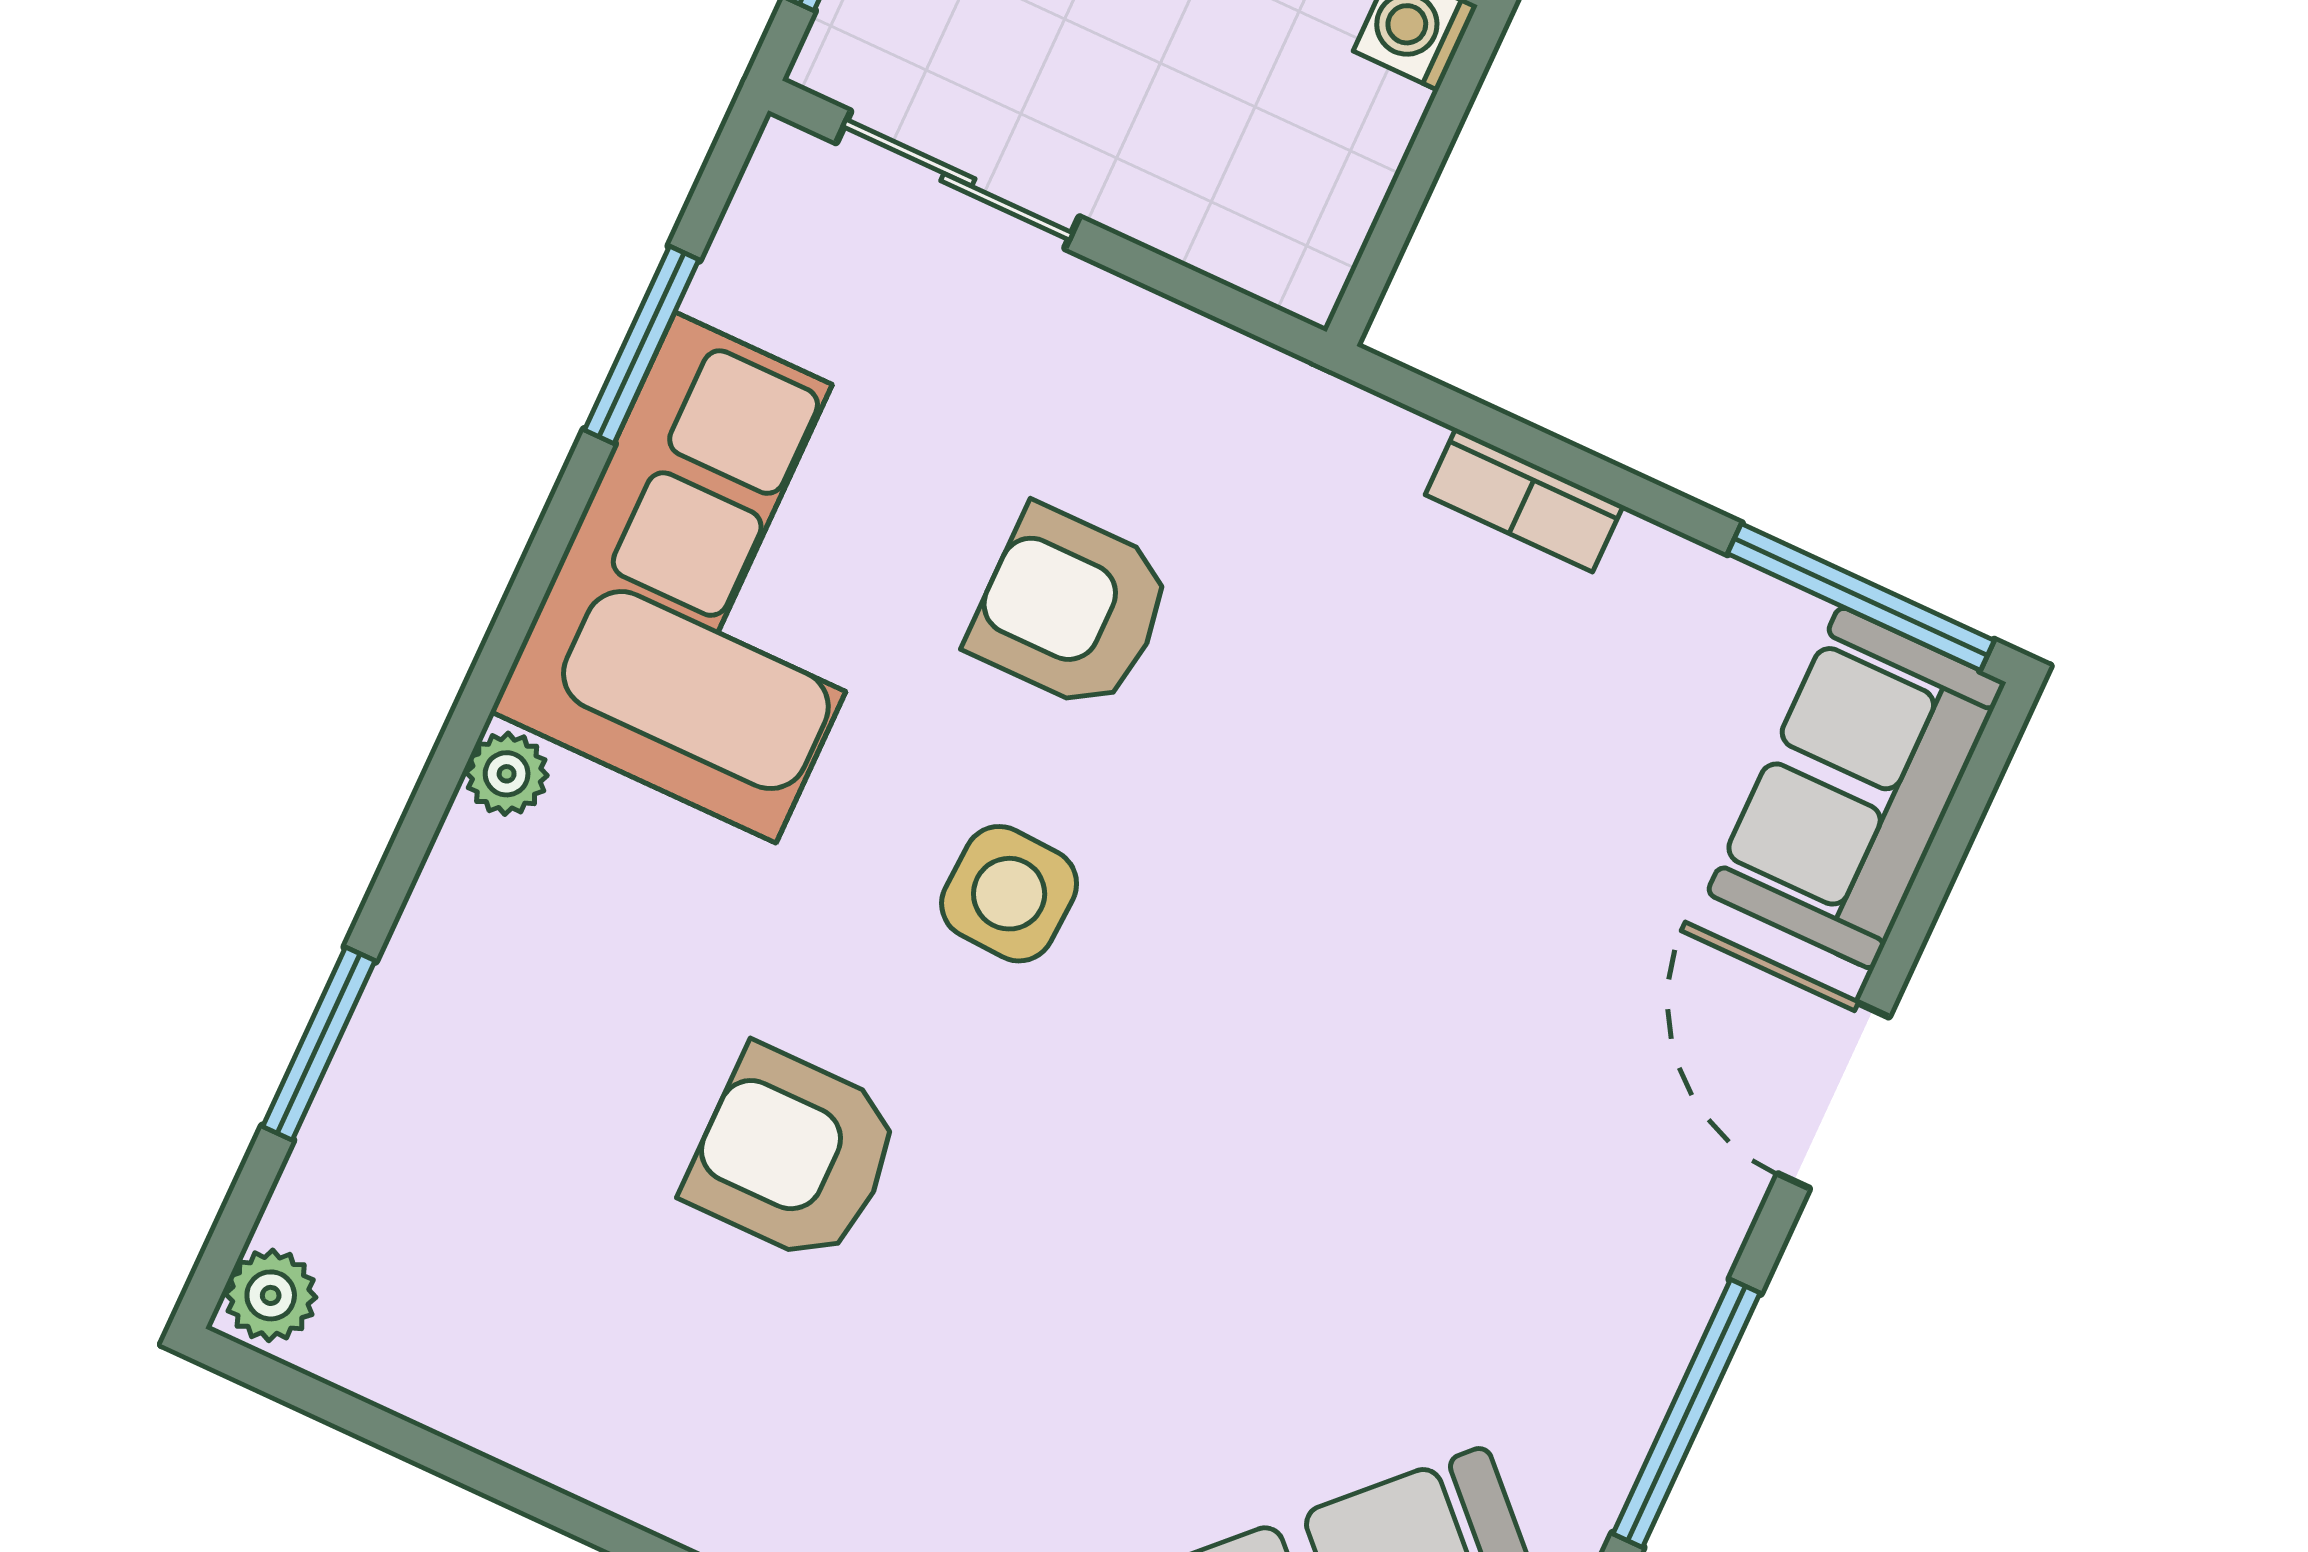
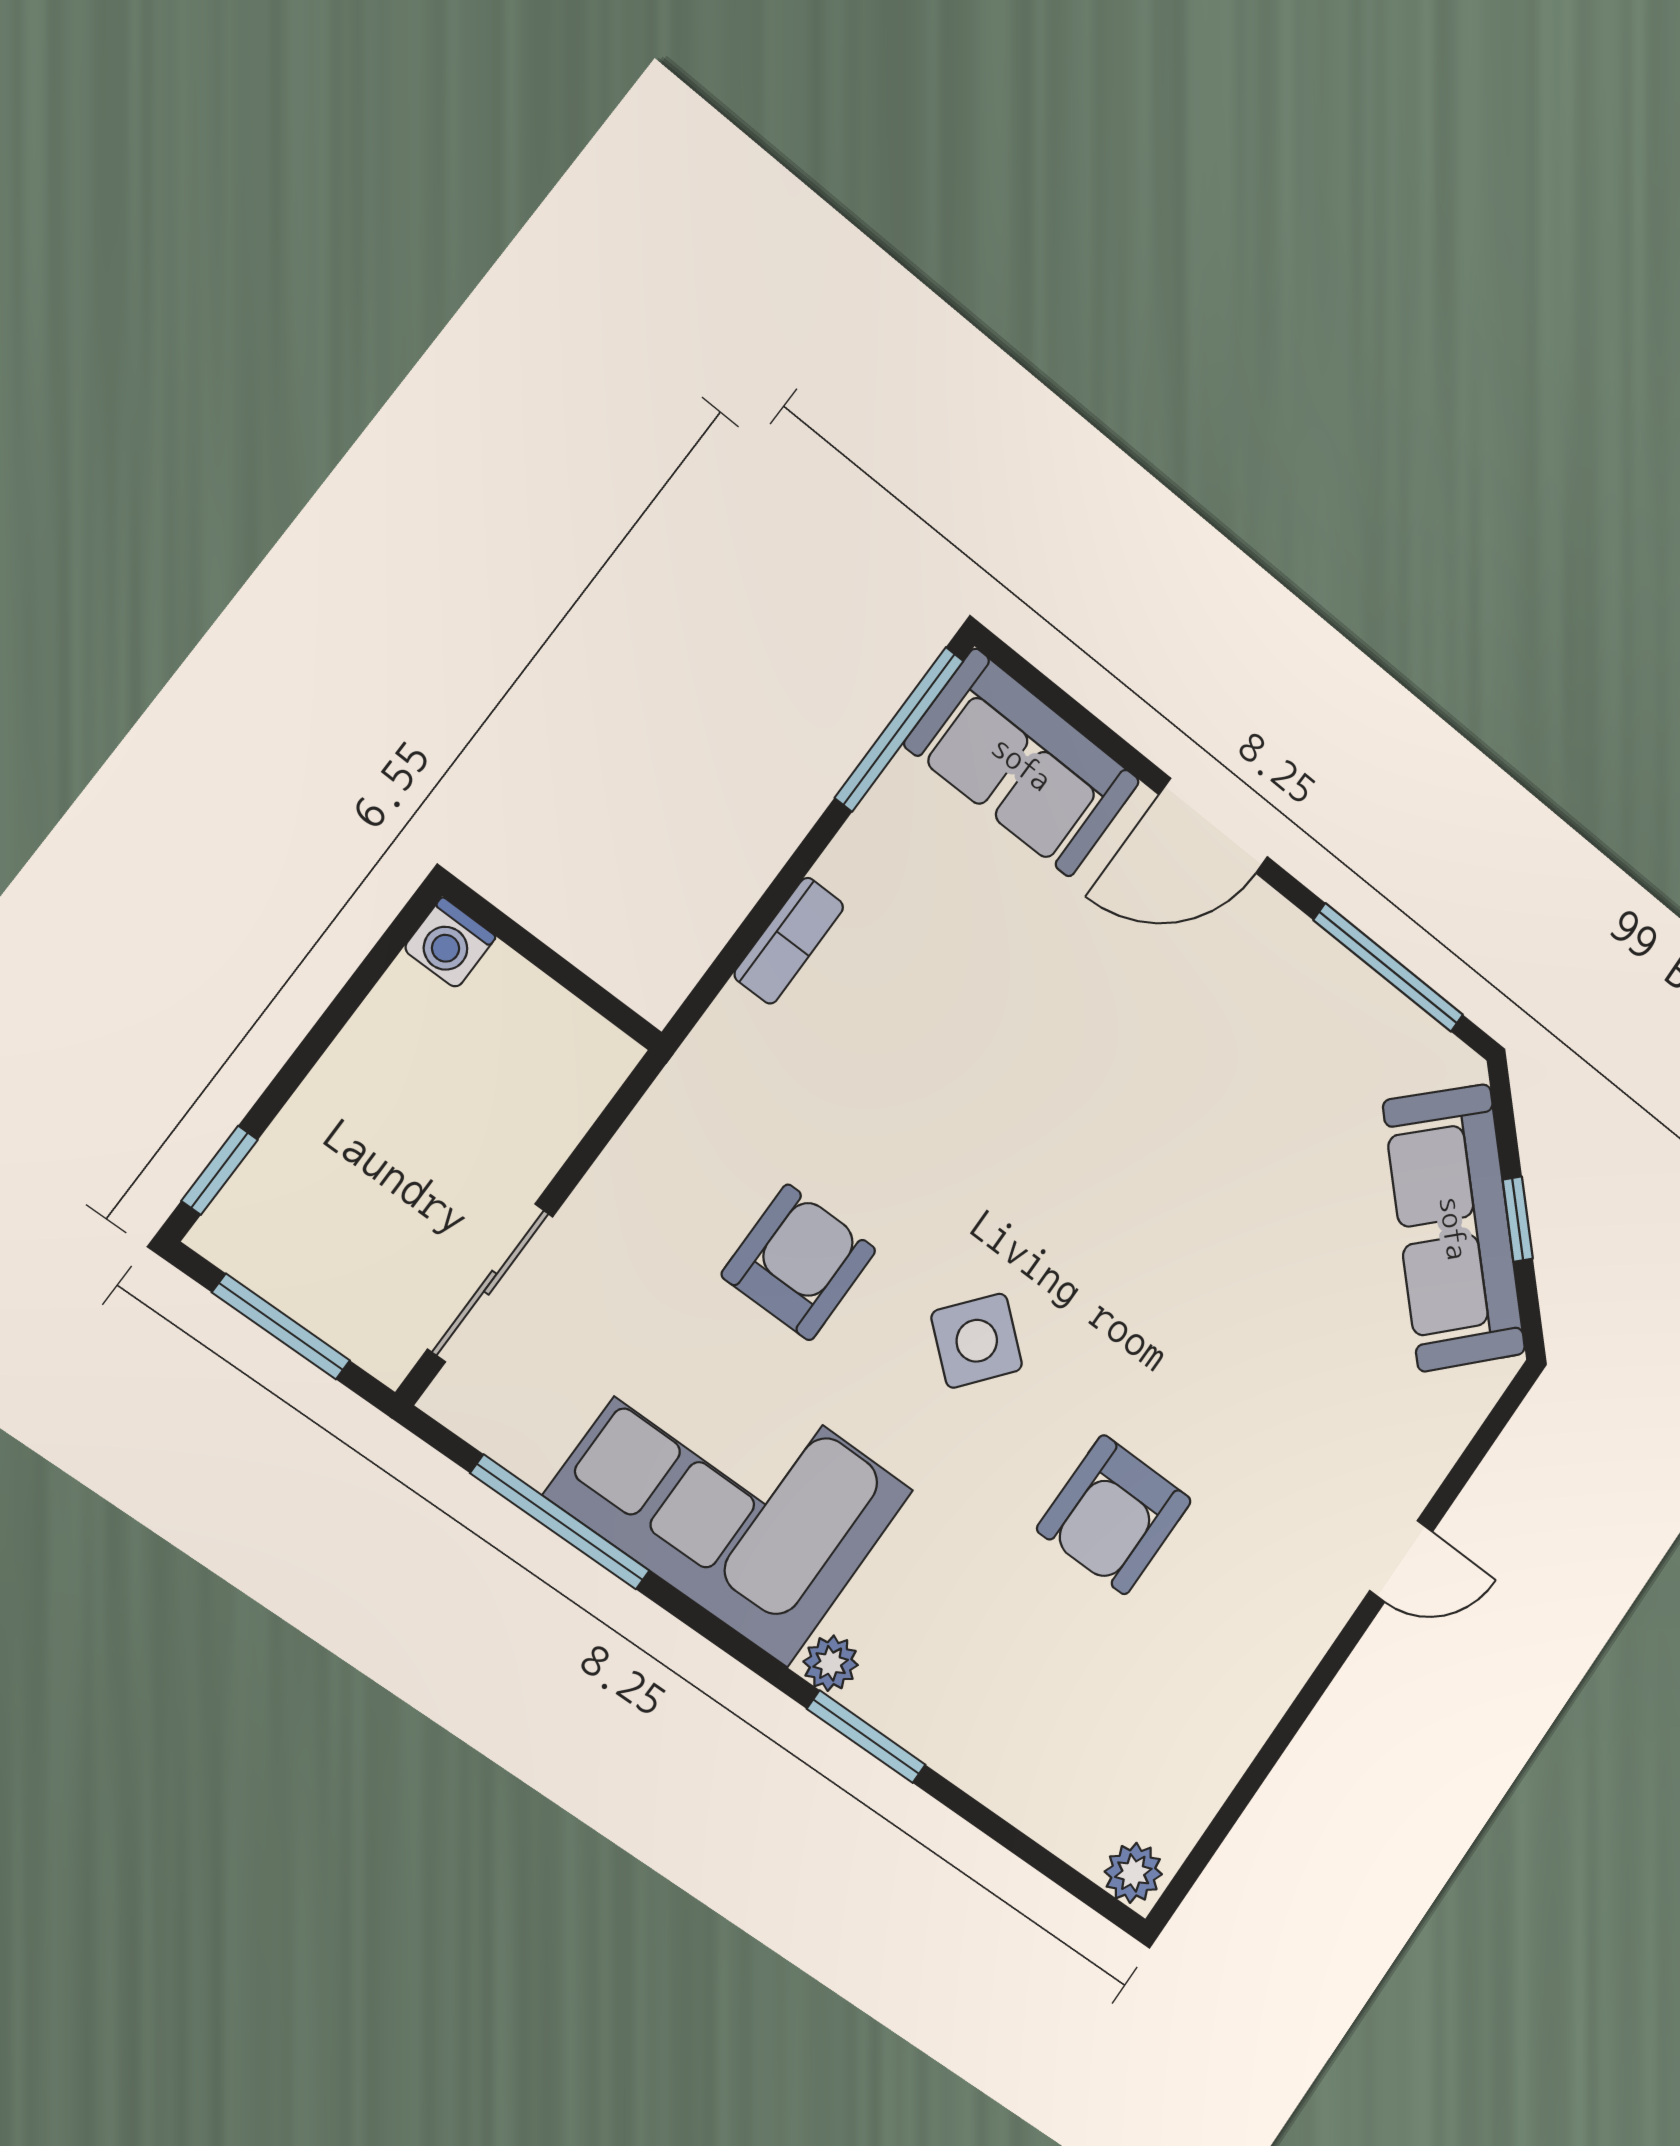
window: (642, 345) -> (560, 1522), width x1.44
armchair: (1071, 609) -> (799, 1262), turned 180
side table: (1009, 894) -> (977, 1341), turned 37
window: (319, 1044) -> (866, 1737), moved

